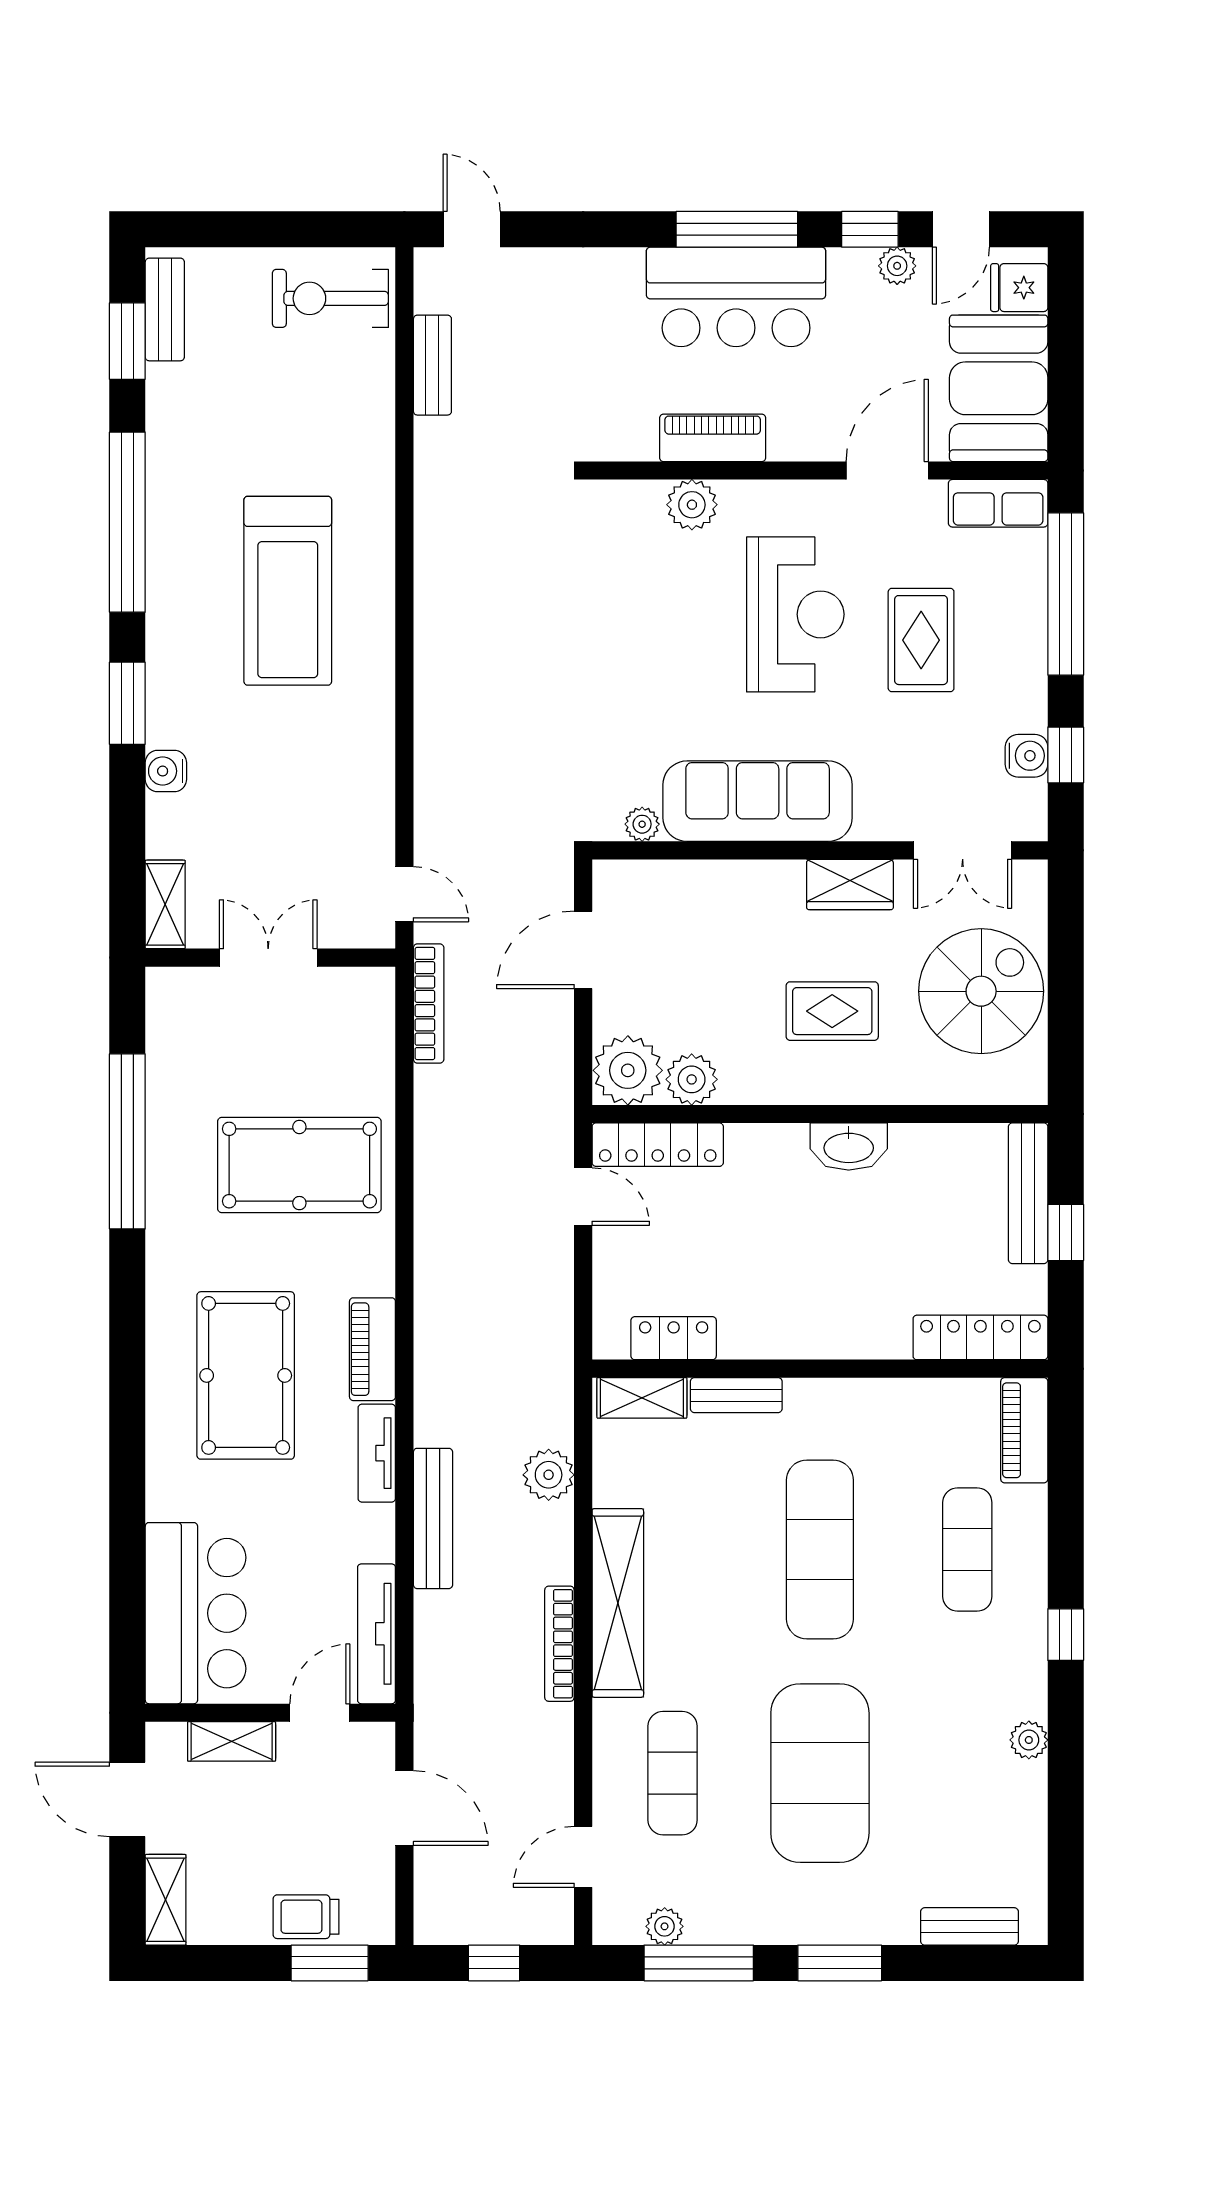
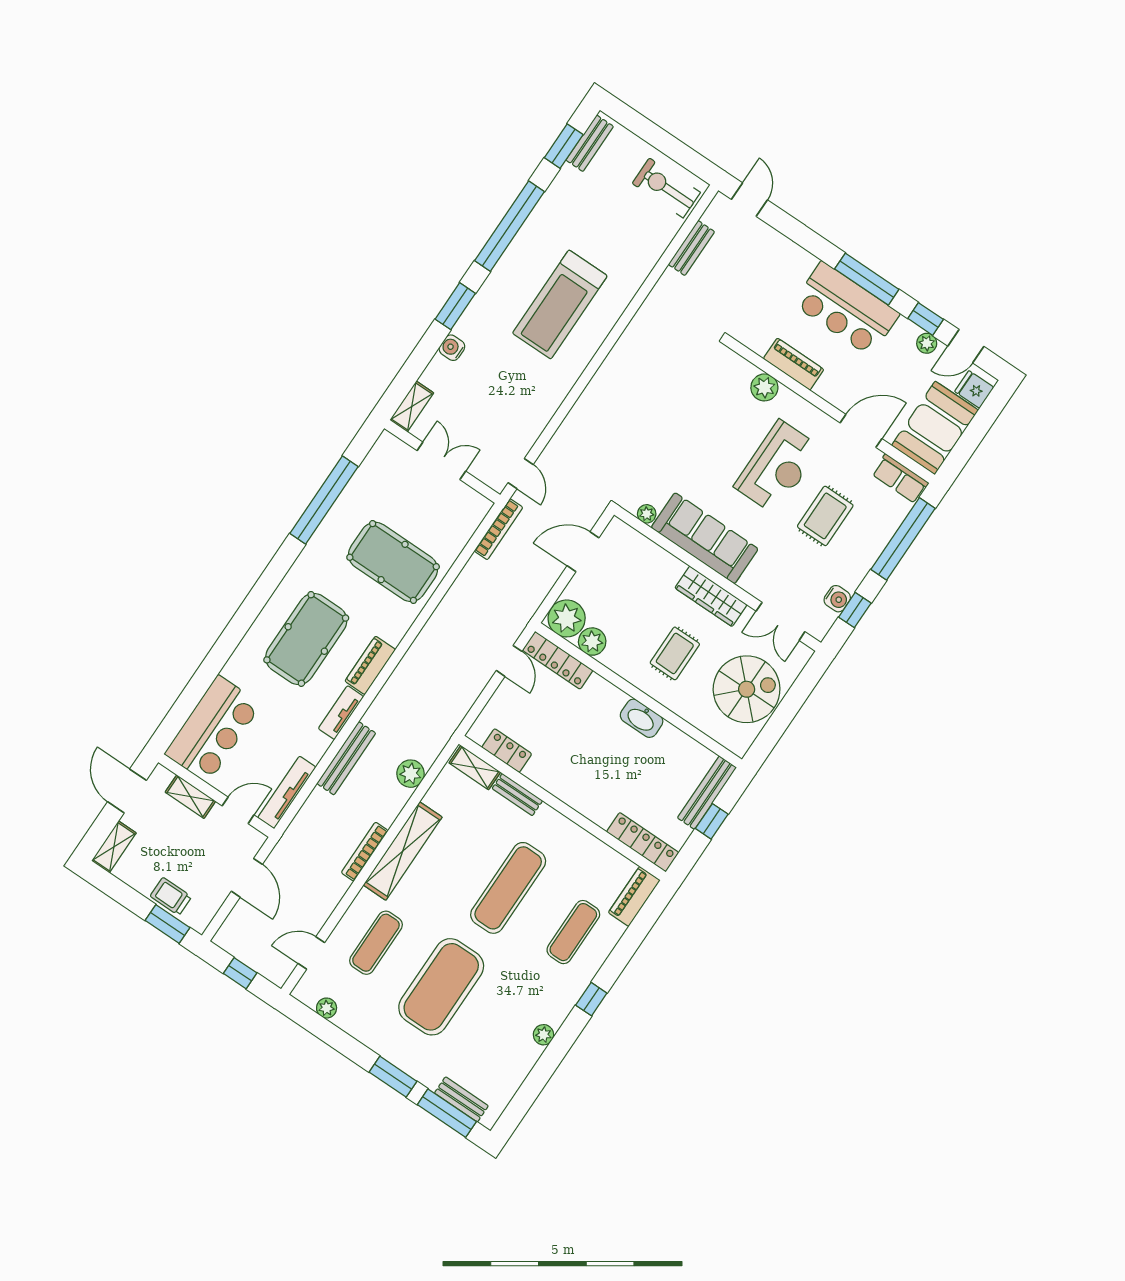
wardrobe: (850, 884) -> (711, 596), width x1.50
rug: (832, 1011) -> (675, 653), turned 90
window: (699, 1963) -> (447, 1113), moved

